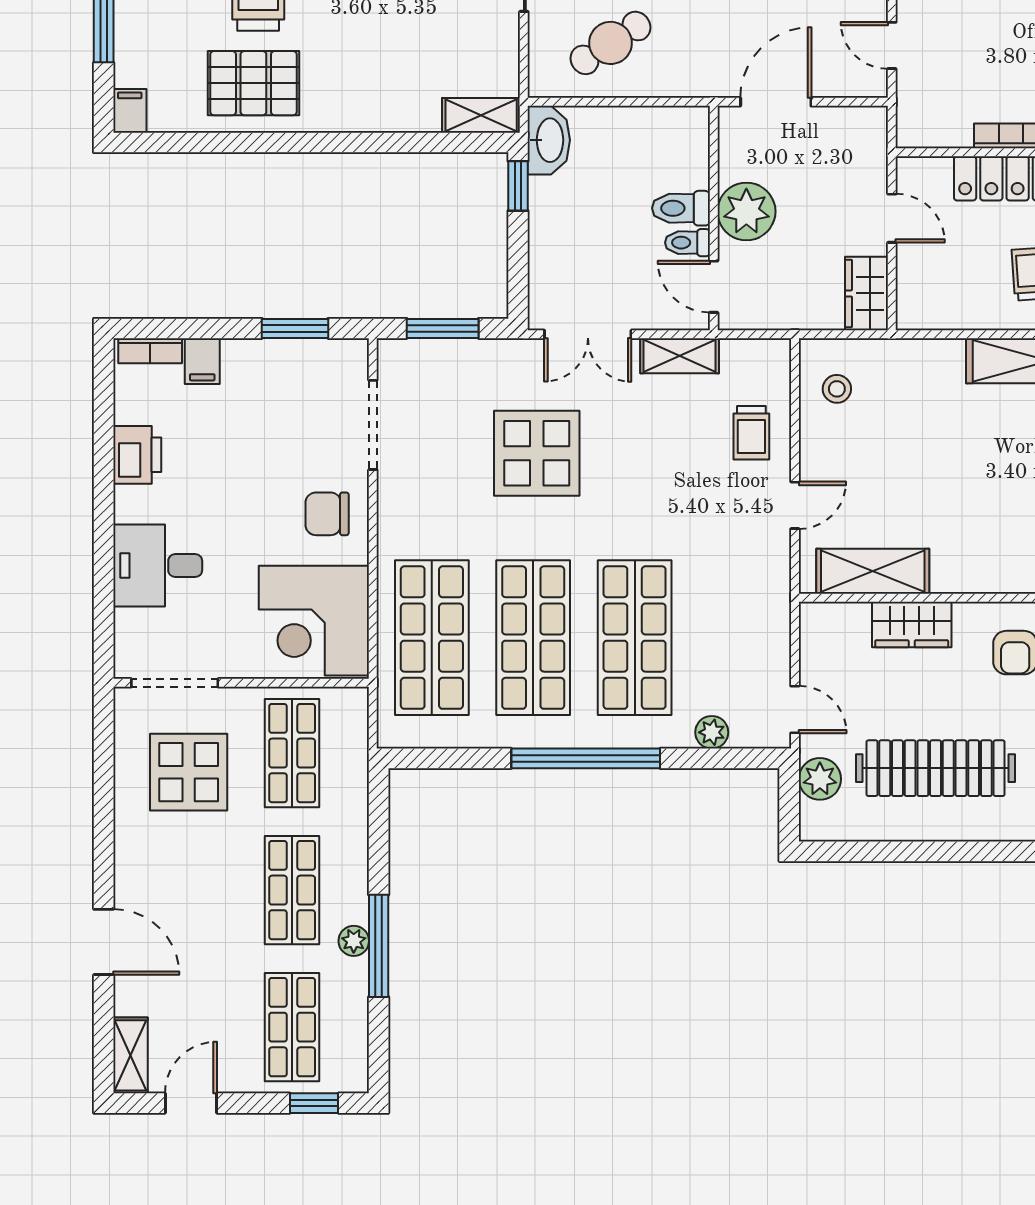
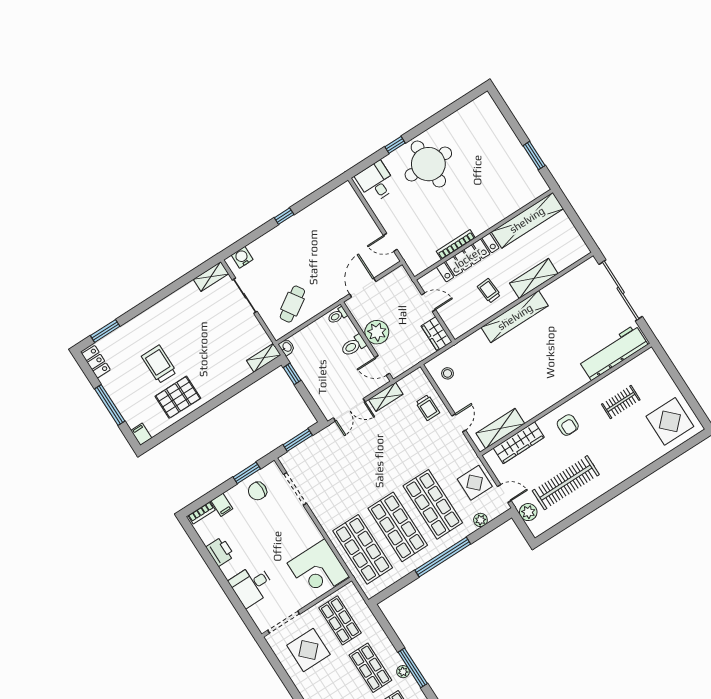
washbasin: (549, 140) -> (287, 347), width x0.52, depth x0.69
toilet: (687, 243) -> (337, 315), moved
display table: (537, 453) -> (475, 483), moved, width x0.73, depth x0.73
chair: (327, 514) -> (257, 491), moved
wardrobe: (912, 624) -> (519, 443), width x1.50

